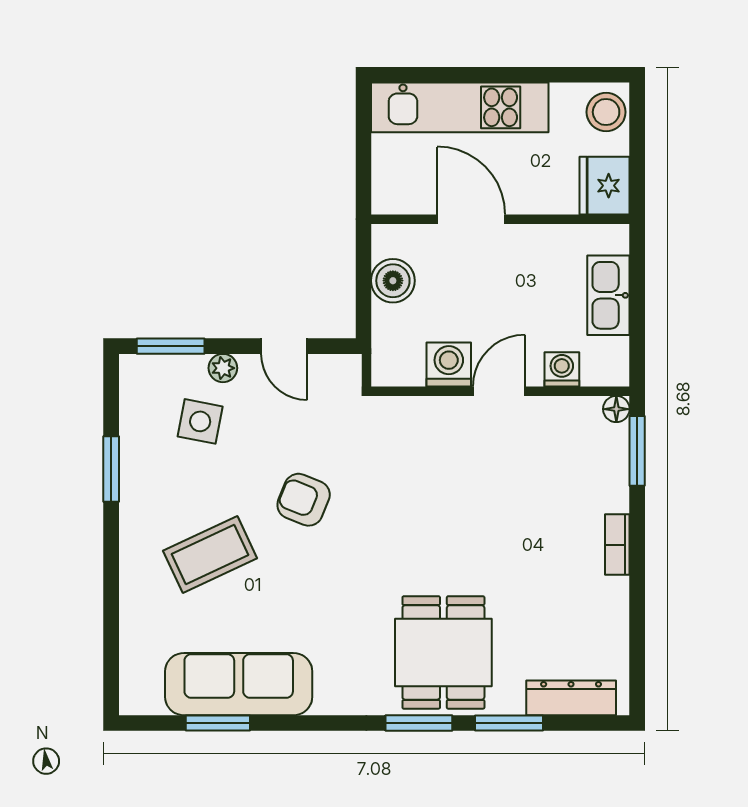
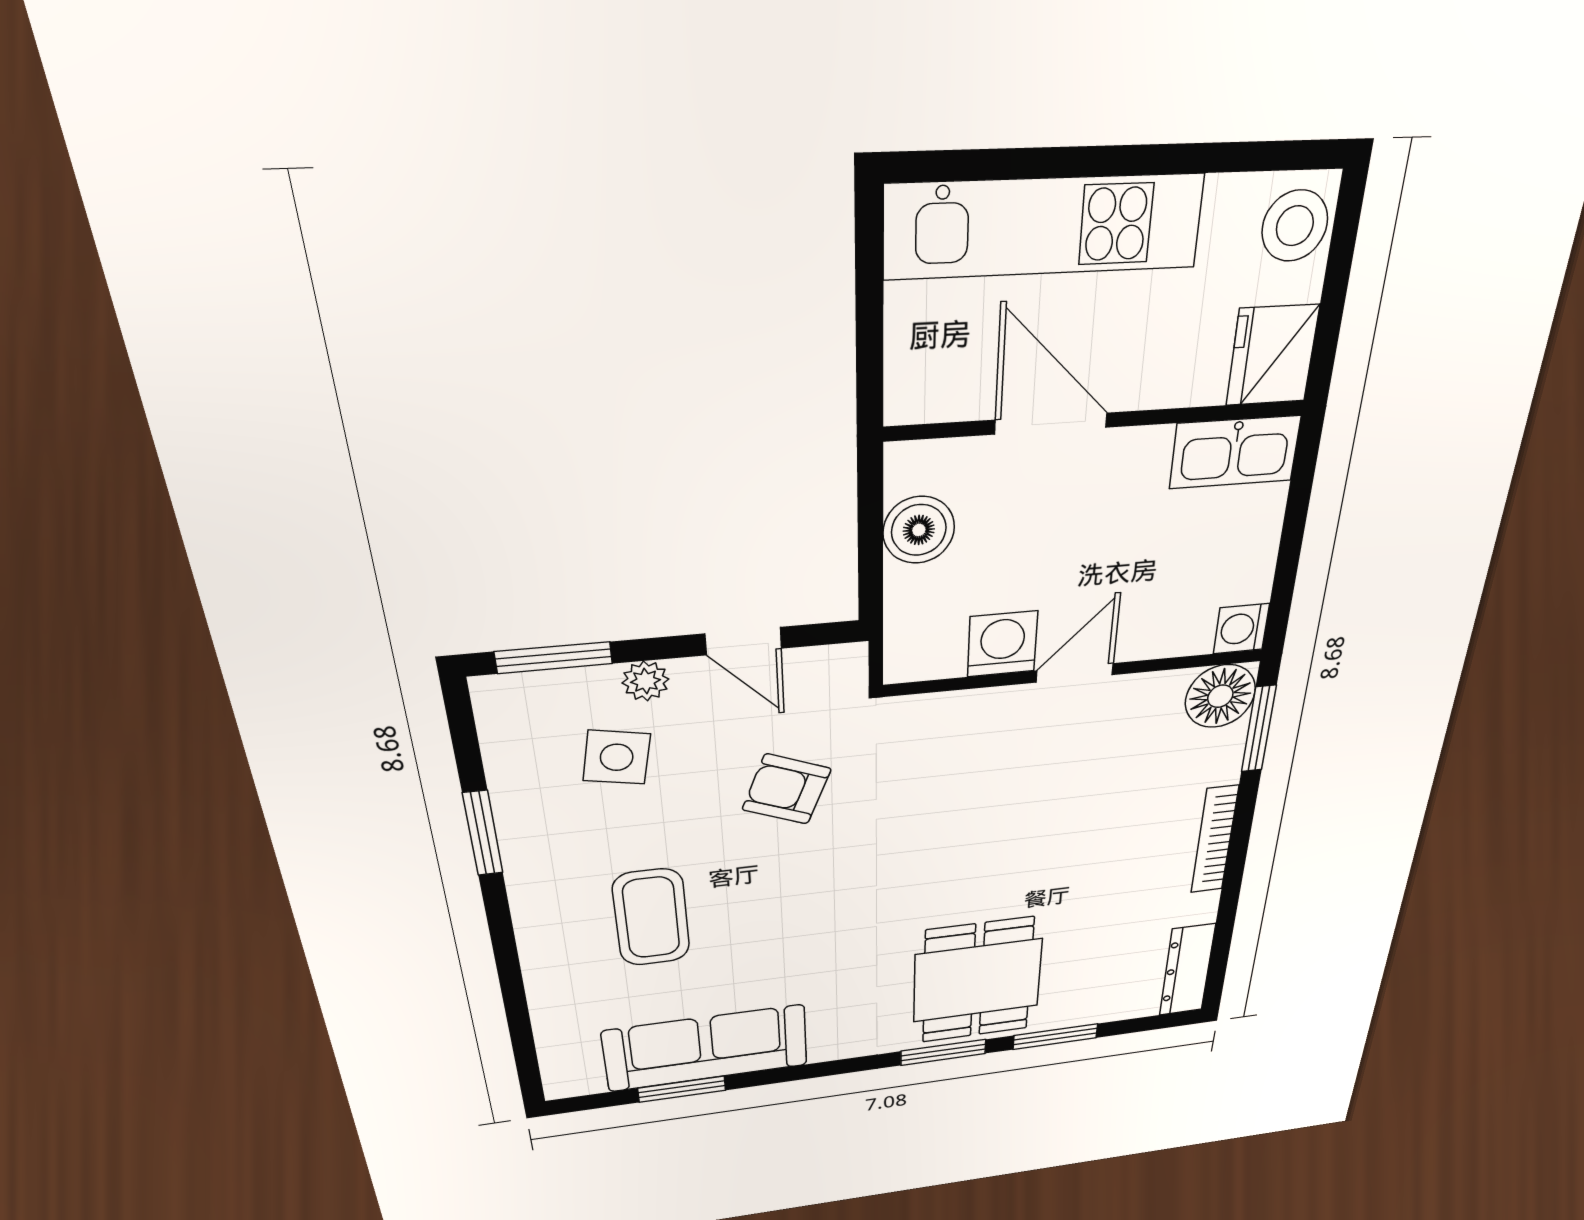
kitchen sink: (608, 295) -> (1235, 452), moved, turned -90
washing machine: (562, 369) -> (1241, 629), moved, turned -90
floor lamp: (616, 409) -> (1220, 696), width x1.89, depth x1.89
armchair: (304, 500) -> (787, 789), moved
bookcase: (617, 545) -> (1215, 840), width x1.56
coffee table: (210, 554) -> (651, 918), turned -65
dresser: (571, 698) -> (1187, 970), moved, turned -90

